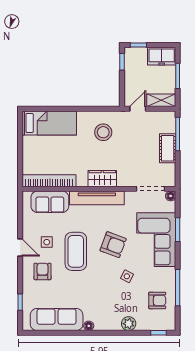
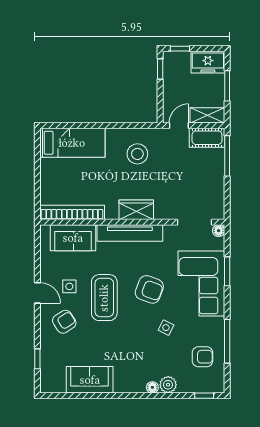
cot: (168, 148) -> (207, 138), moved, turned 90
armchair: (43, 271) -> (64, 322), turned 57
sofa: (57, 320) -> (90, 380), width x0.73
floor lamp: (89, 326) -> (152, 387), moved

